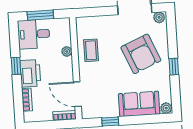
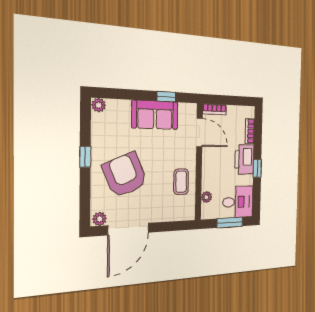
plant: (67, 51) -> (206, 197), moved
sofa: (139, 104) -> (155, 115), moved

